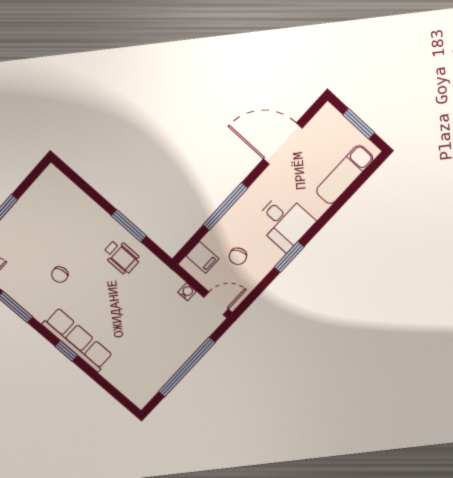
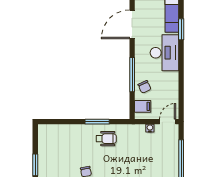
desk: (284, 222) -> (164, 53), width x1.37
chair: (238, 256) -> (145, 87), moved
window: (289, 257) -> (181, 29), moved

